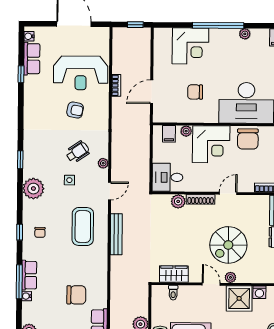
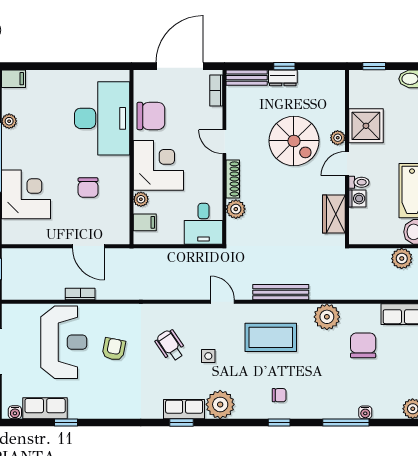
plant: (103, 163) -> (327, 317), moved, width x1.88, depth x1.88
row of seats: (29, 275) -> (184, 409), moved
washing machine: (259, 292) -> (357, 199), moved
toilet: (173, 293) -> (359, 182), moved

